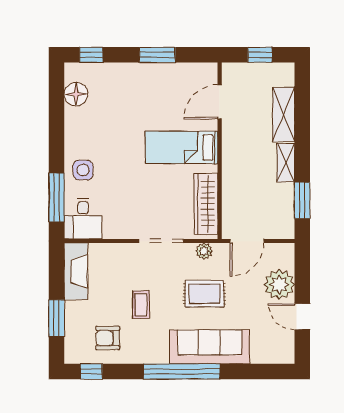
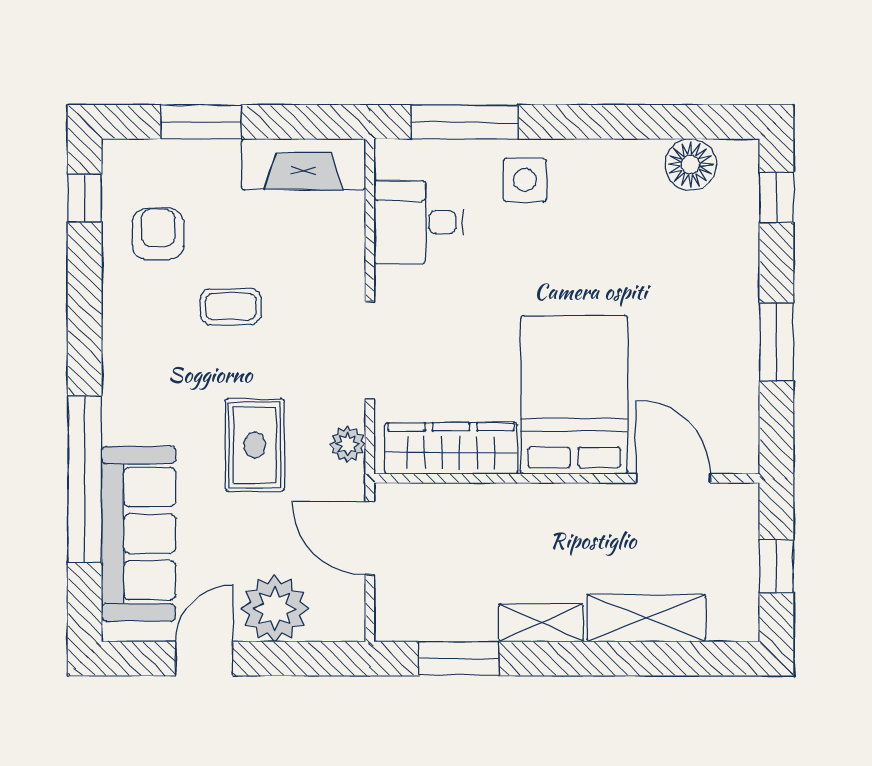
bed: (181, 147) -> (574, 395), width x1.50
desk: (83, 219) -> (419, 222), moved
sofa: (209, 347) -> (139, 534), moved
window: (182, 372) -> (85, 479), moved

